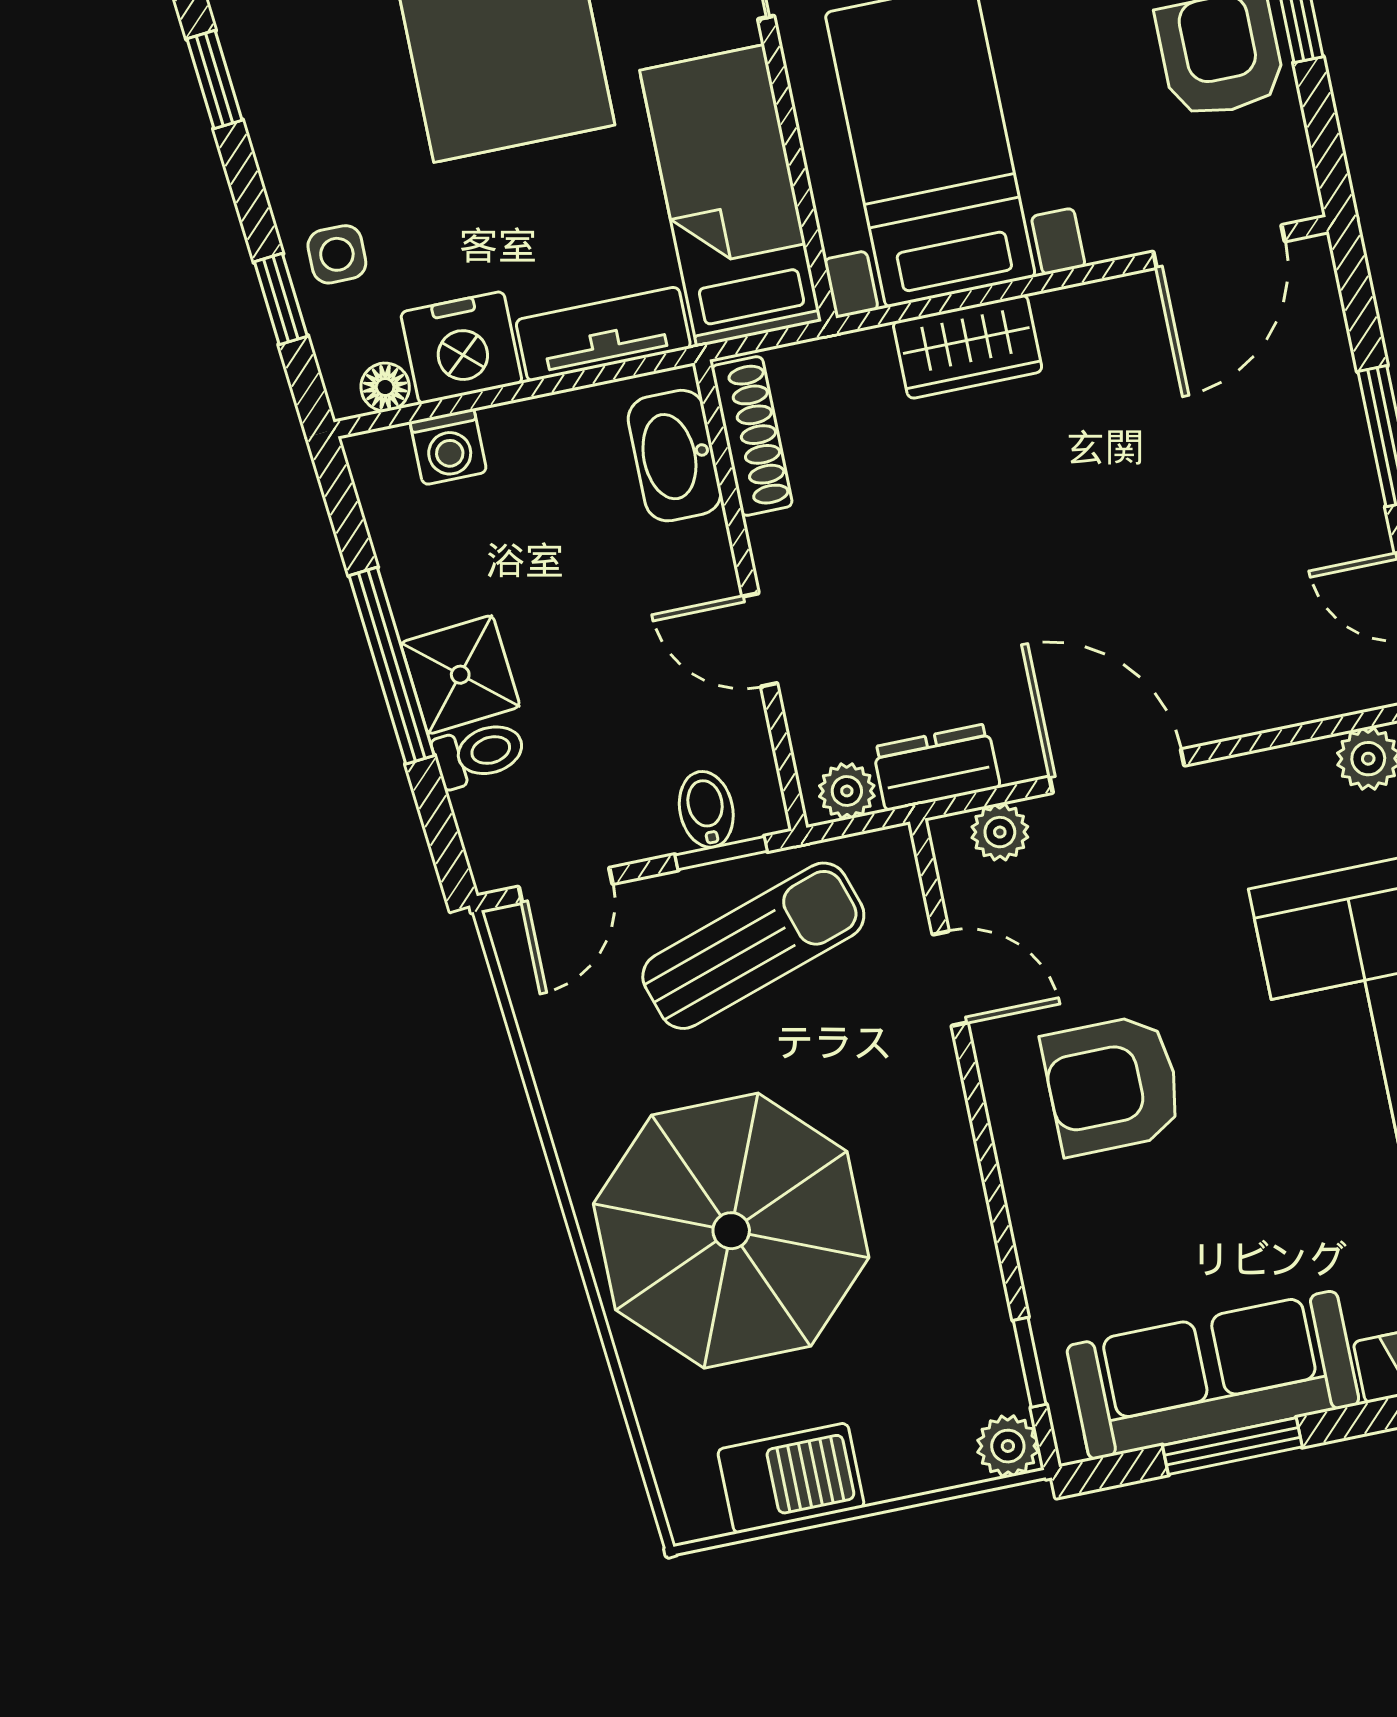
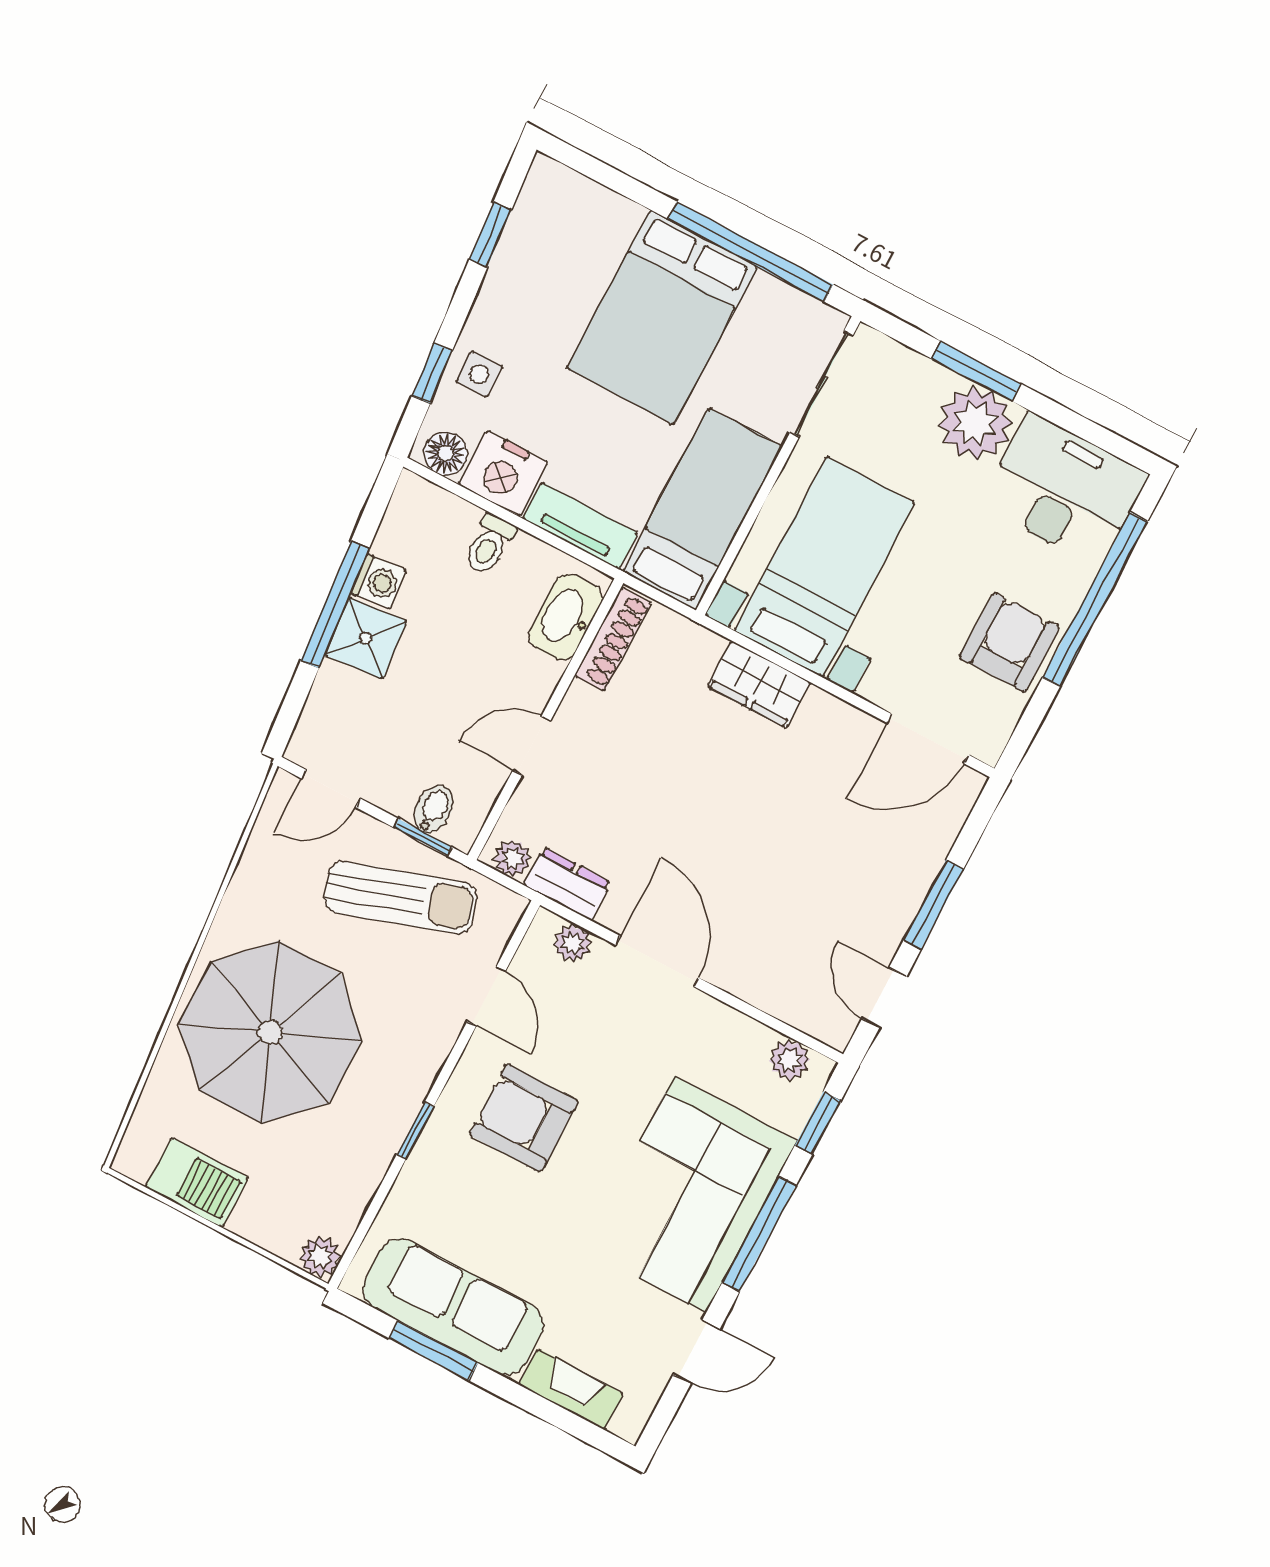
floor lamp: (385, 387) -> (446, 453), width x1.37, depth x1.37
washing machine: (448, 447) -> (378, 582), moved, turned -95
door: (760, 640) -> (532, 746), hinge flipped
toilet: (479, 754) -> (489, 544), moved, turned 95
window: (1030, 1362) -> (415, 1131), moved

